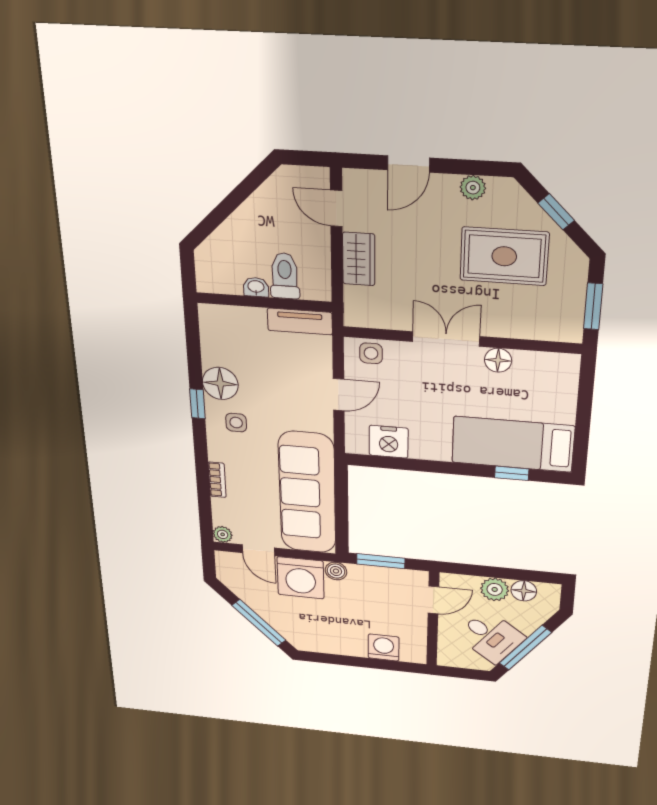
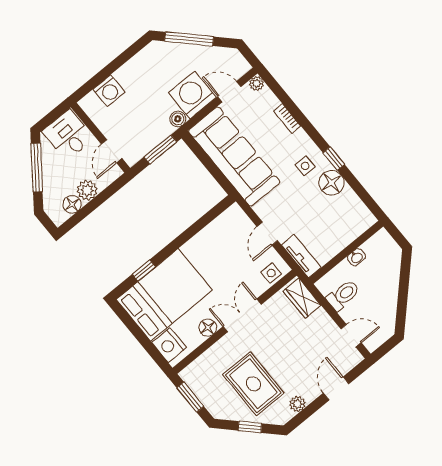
rug: (504, 256) -> (253, 384), turned 90
wardrobe: (359, 259) -> (302, 298), moved
toilet: (285, 276) -> (343, 295), moved, turned -90
tv unit: (300, 321) -> (301, 256), moved, turned 90
double door: (446, 339) -> (242, 315), swing flipped
nightstand: (389, 442) -> (169, 345), moved, turned -90
bed: (513, 444) -> (164, 295), width x1.50
desk: (491, 637) -> (68, 135), moved, turned 53

